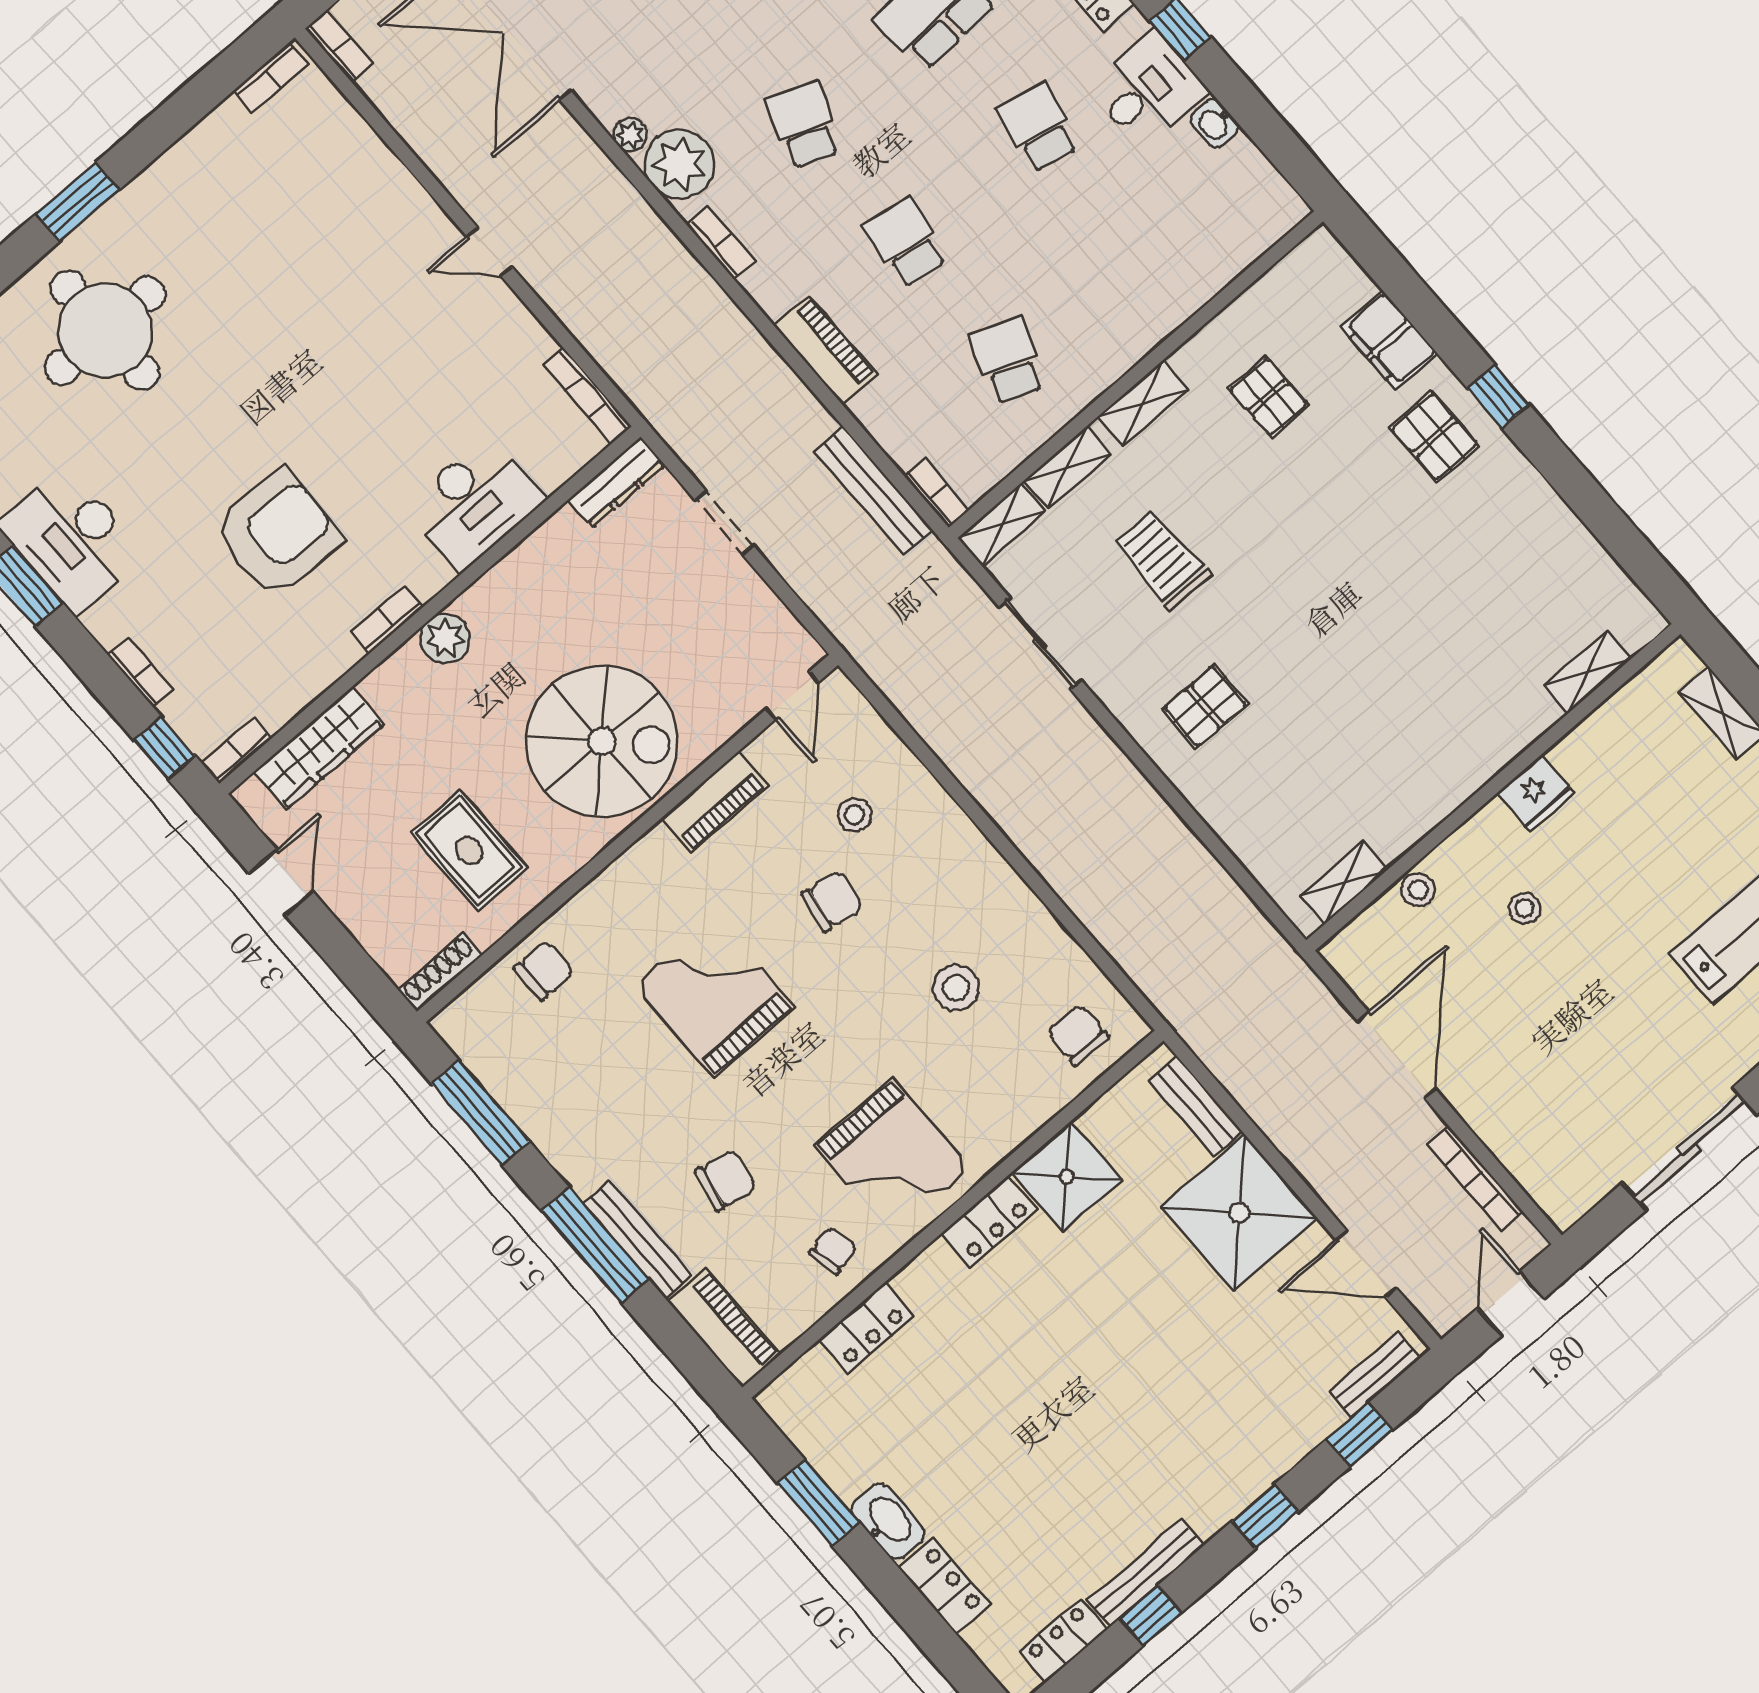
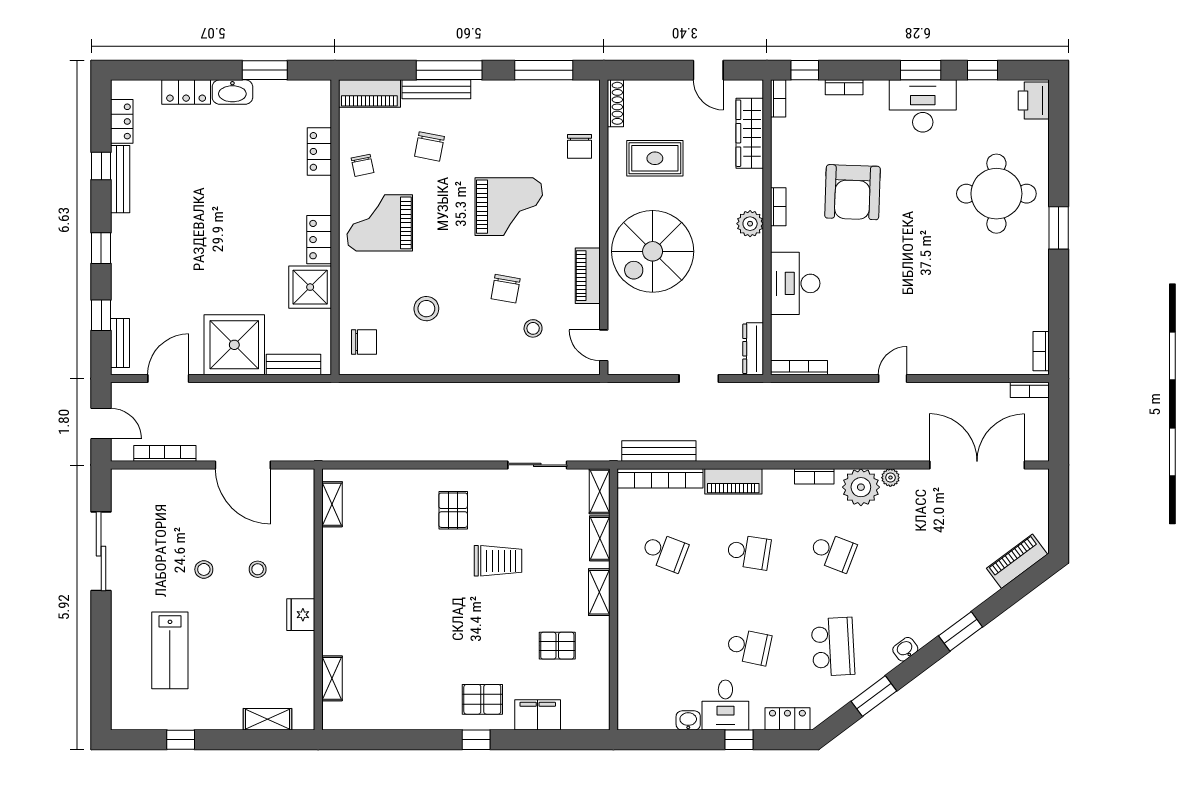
bookcase: (937, 493) -> (660, 478), width x2.31, depth x1.31
trolley: (1162, 559) -> (498, 561), moved
stool: (1418, 890) -> (204, 569), moved

